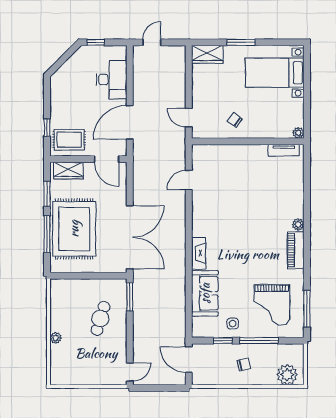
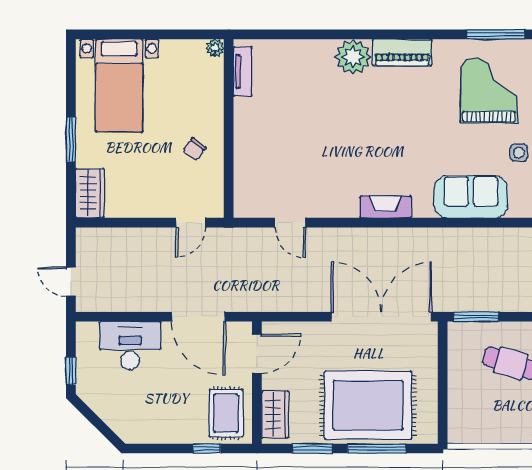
plant: (298, 225) -> (353, 57), width x1.87, depth x1.87
fireplace: (199, 253) -> (385, 207), moved
grand piano: (272, 305) -> (489, 90), turned -90

